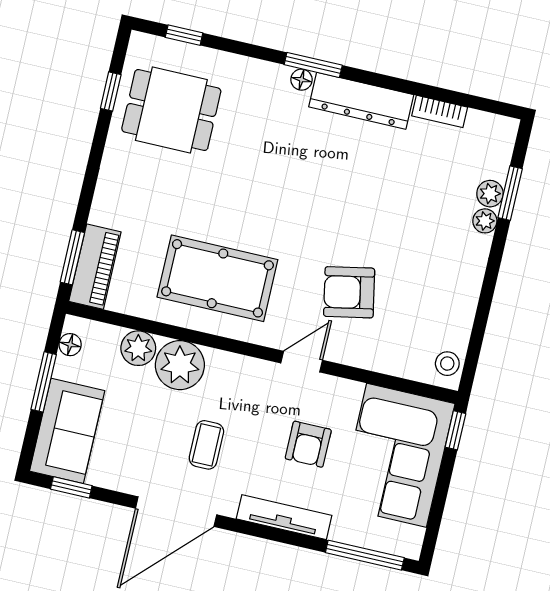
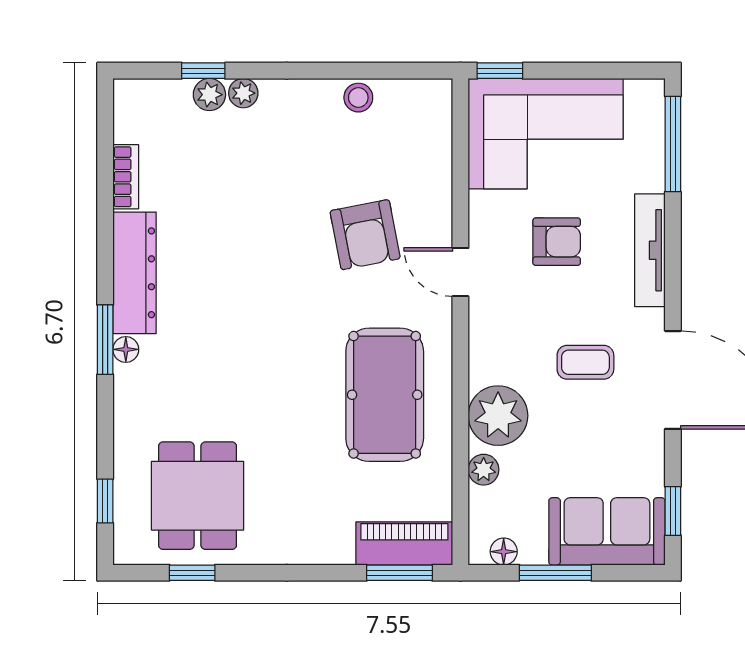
window: (510, 193) -> (203, 71), width x0.67
plant: (138, 348) -> (484, 470), width x0.73, depth x0.73
stool: (447, 364) -> (358, 98), moved

